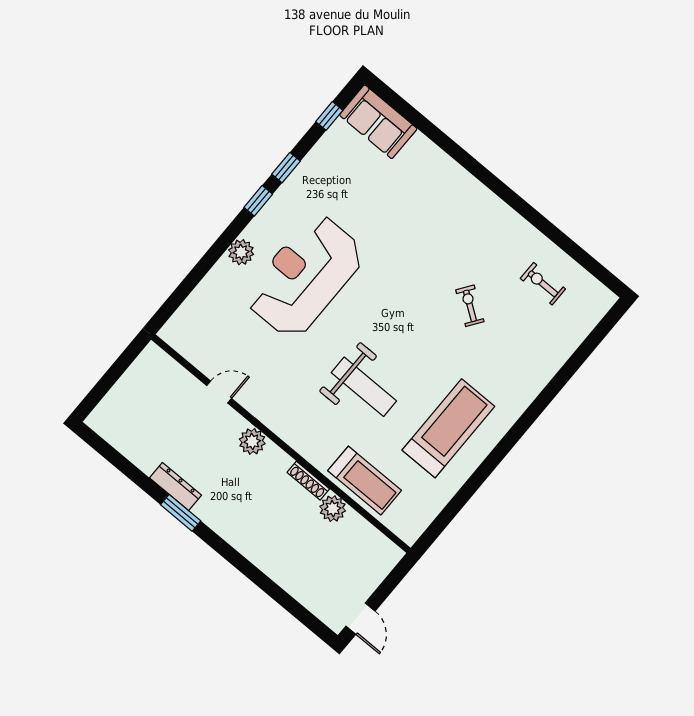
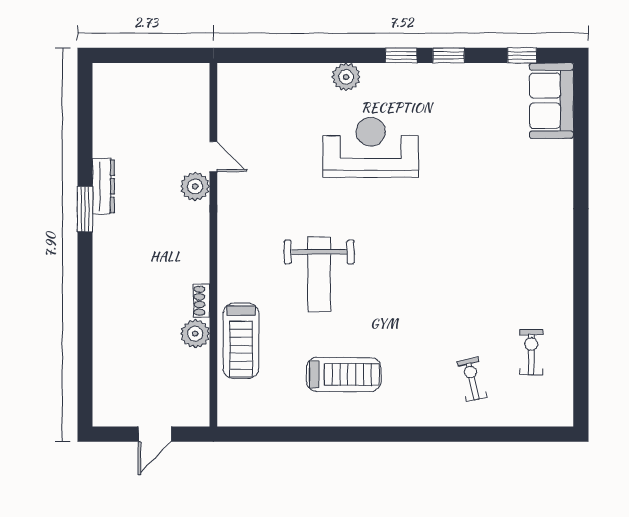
reception desk: (305, 276) -> (371, 147), width x0.74, depth x0.77
exercise bike: (470, 306) -> (472, 379), moved, turned -48
treadmill: (448, 428) -> (344, 374), width x0.73, depth x0.73
plant: (252, 441) -> (195, 186), moved
shoe rack: (308, 481) -> (201, 301), width x0.70
door: (361, 619) -> (155, 434), moved

